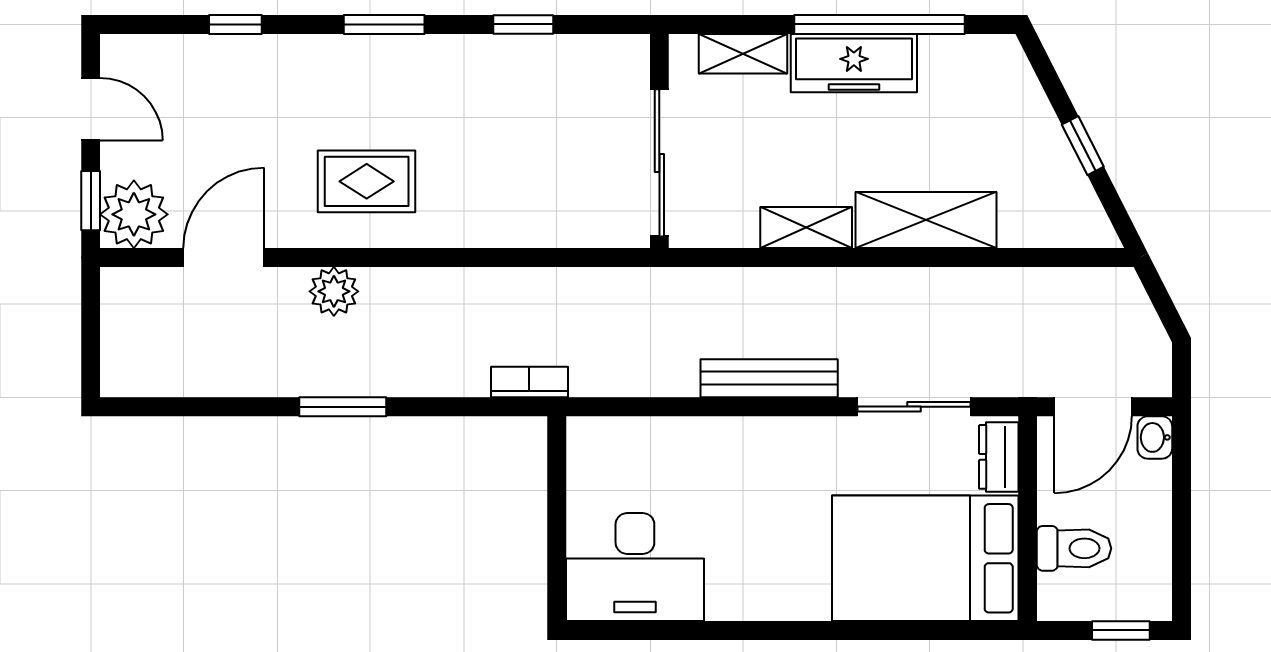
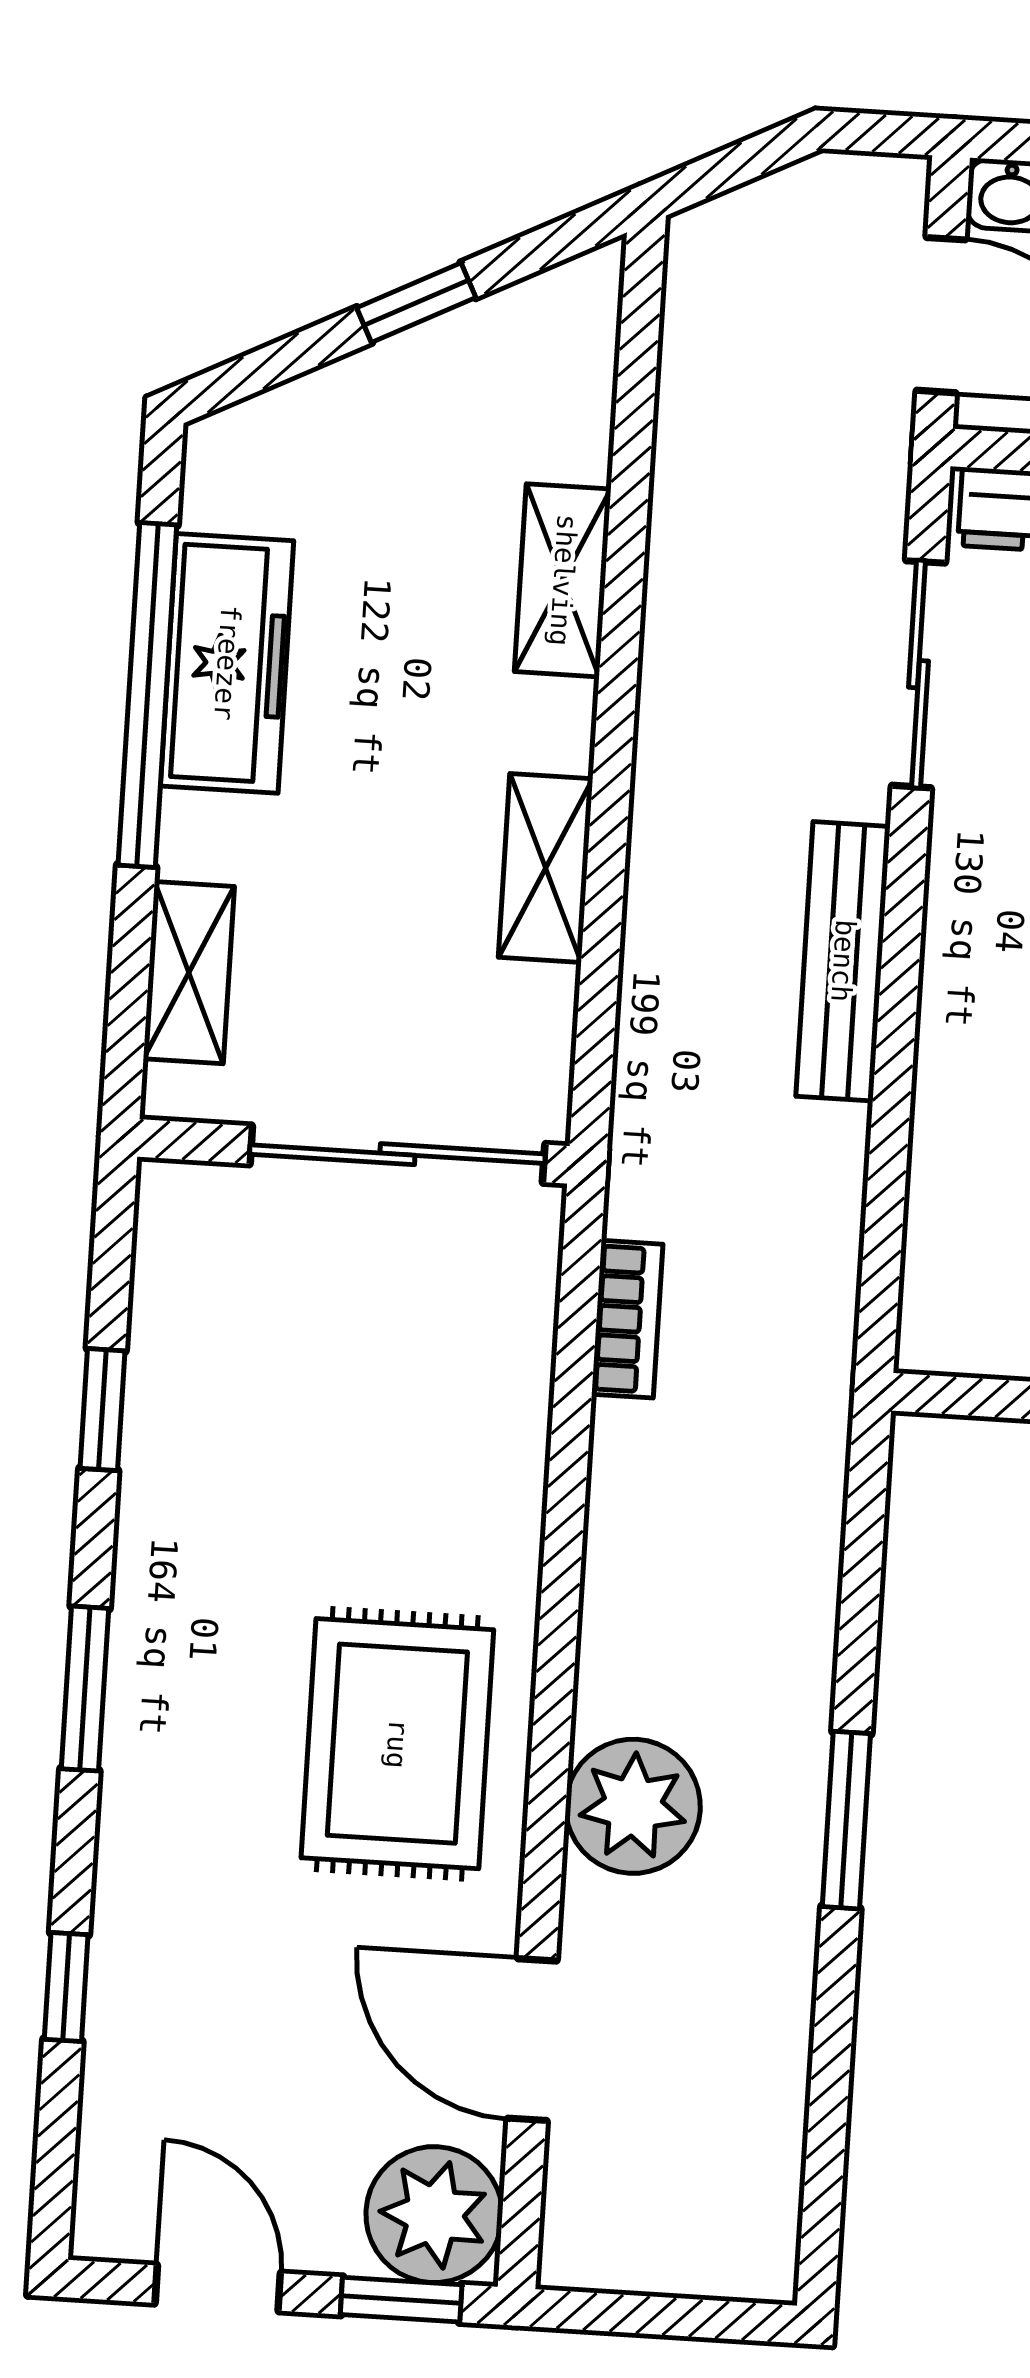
freezer: (854, 63) -> (227, 663), moved
door: (91, 109) -> (218, 2288), hinge flipped
rug: (367, 181) -> (397, 1744), width x1.36, depth x1.43
shelving: (926, 220) -> (563, 580), width x0.67, depth x0.75
plant: (334, 291) -> (633, 1806), width x1.36, depth x1.36
bookcase: (529, 382) -> (627, 1319), moved, turned 180

